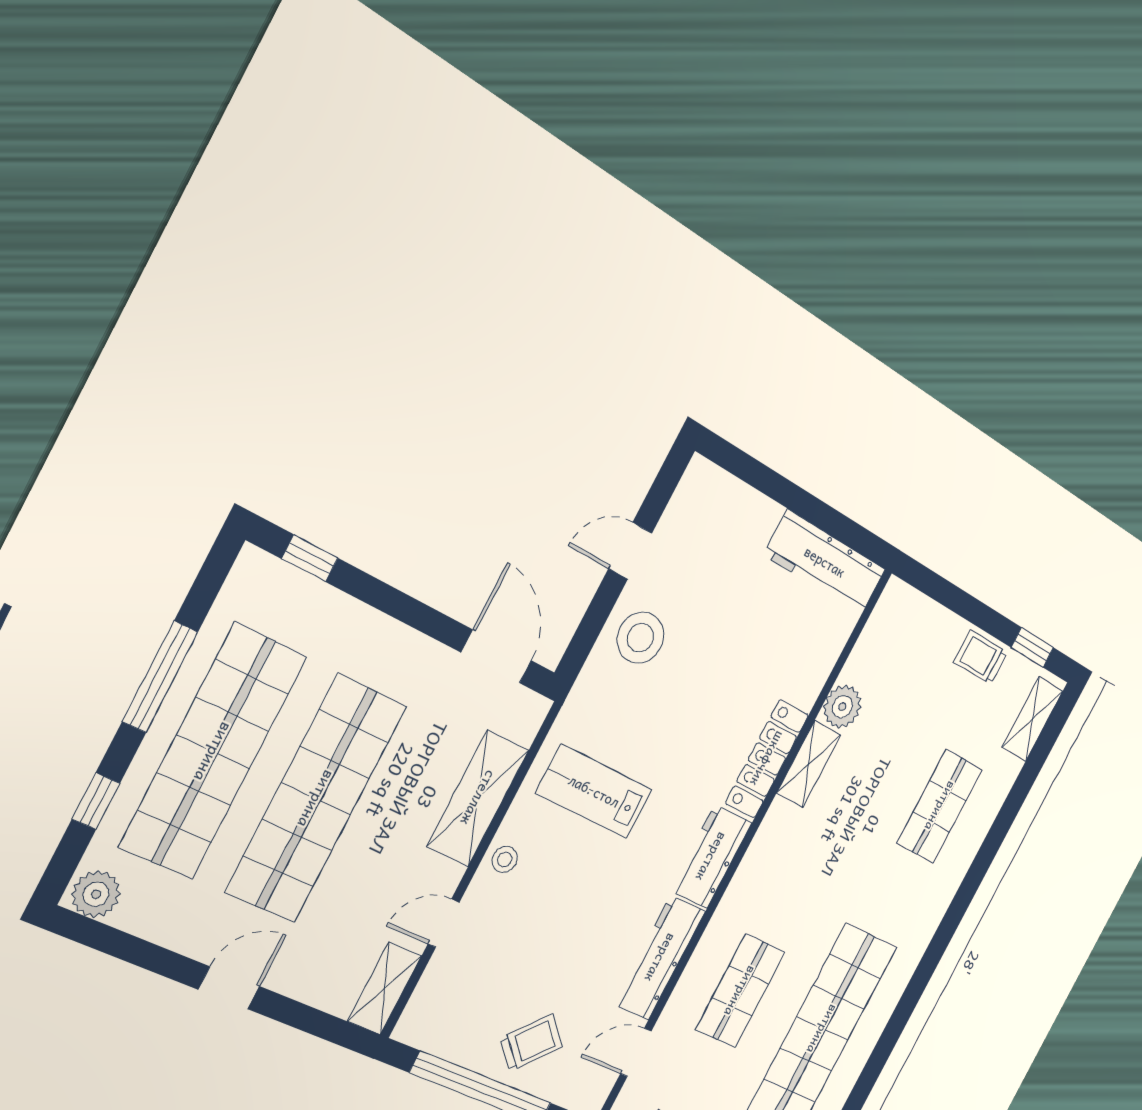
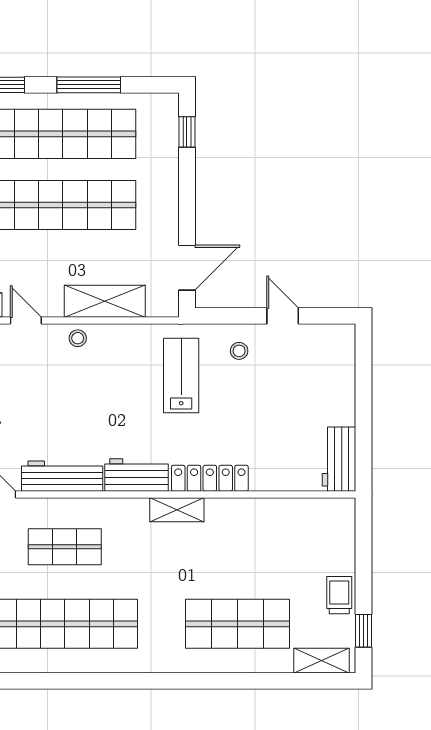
workbench: (825, 562) -> (339, 459), width x0.73
stool: (640, 638) -> (239, 351), width x0.53, depth x0.53
plant: (842, 707) -> (264, 512), removed
shelving: (809, 764) -> (177, 510), moved
lab bench: (594, 791) -> (181, 376), moved
shop shelf: (940, 806) -> (238, 624), width x1.43, depth x1.36

